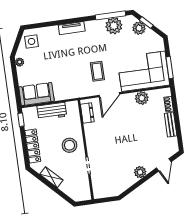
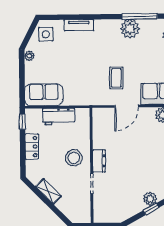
plant: (114, 26) -> (130, 29), moved
tv unit: (72, 28) -> (79, 25), moved
dresser: (87, 113) -> (99, 161), moved
locker: (33, 146) -> (32, 147), width x0.66
window: (142, 181) -> (151, 209), added

